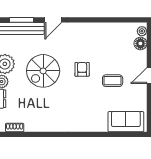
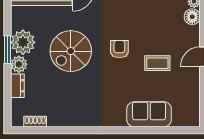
sofa: (126, 122) -> (149, 114), moved

